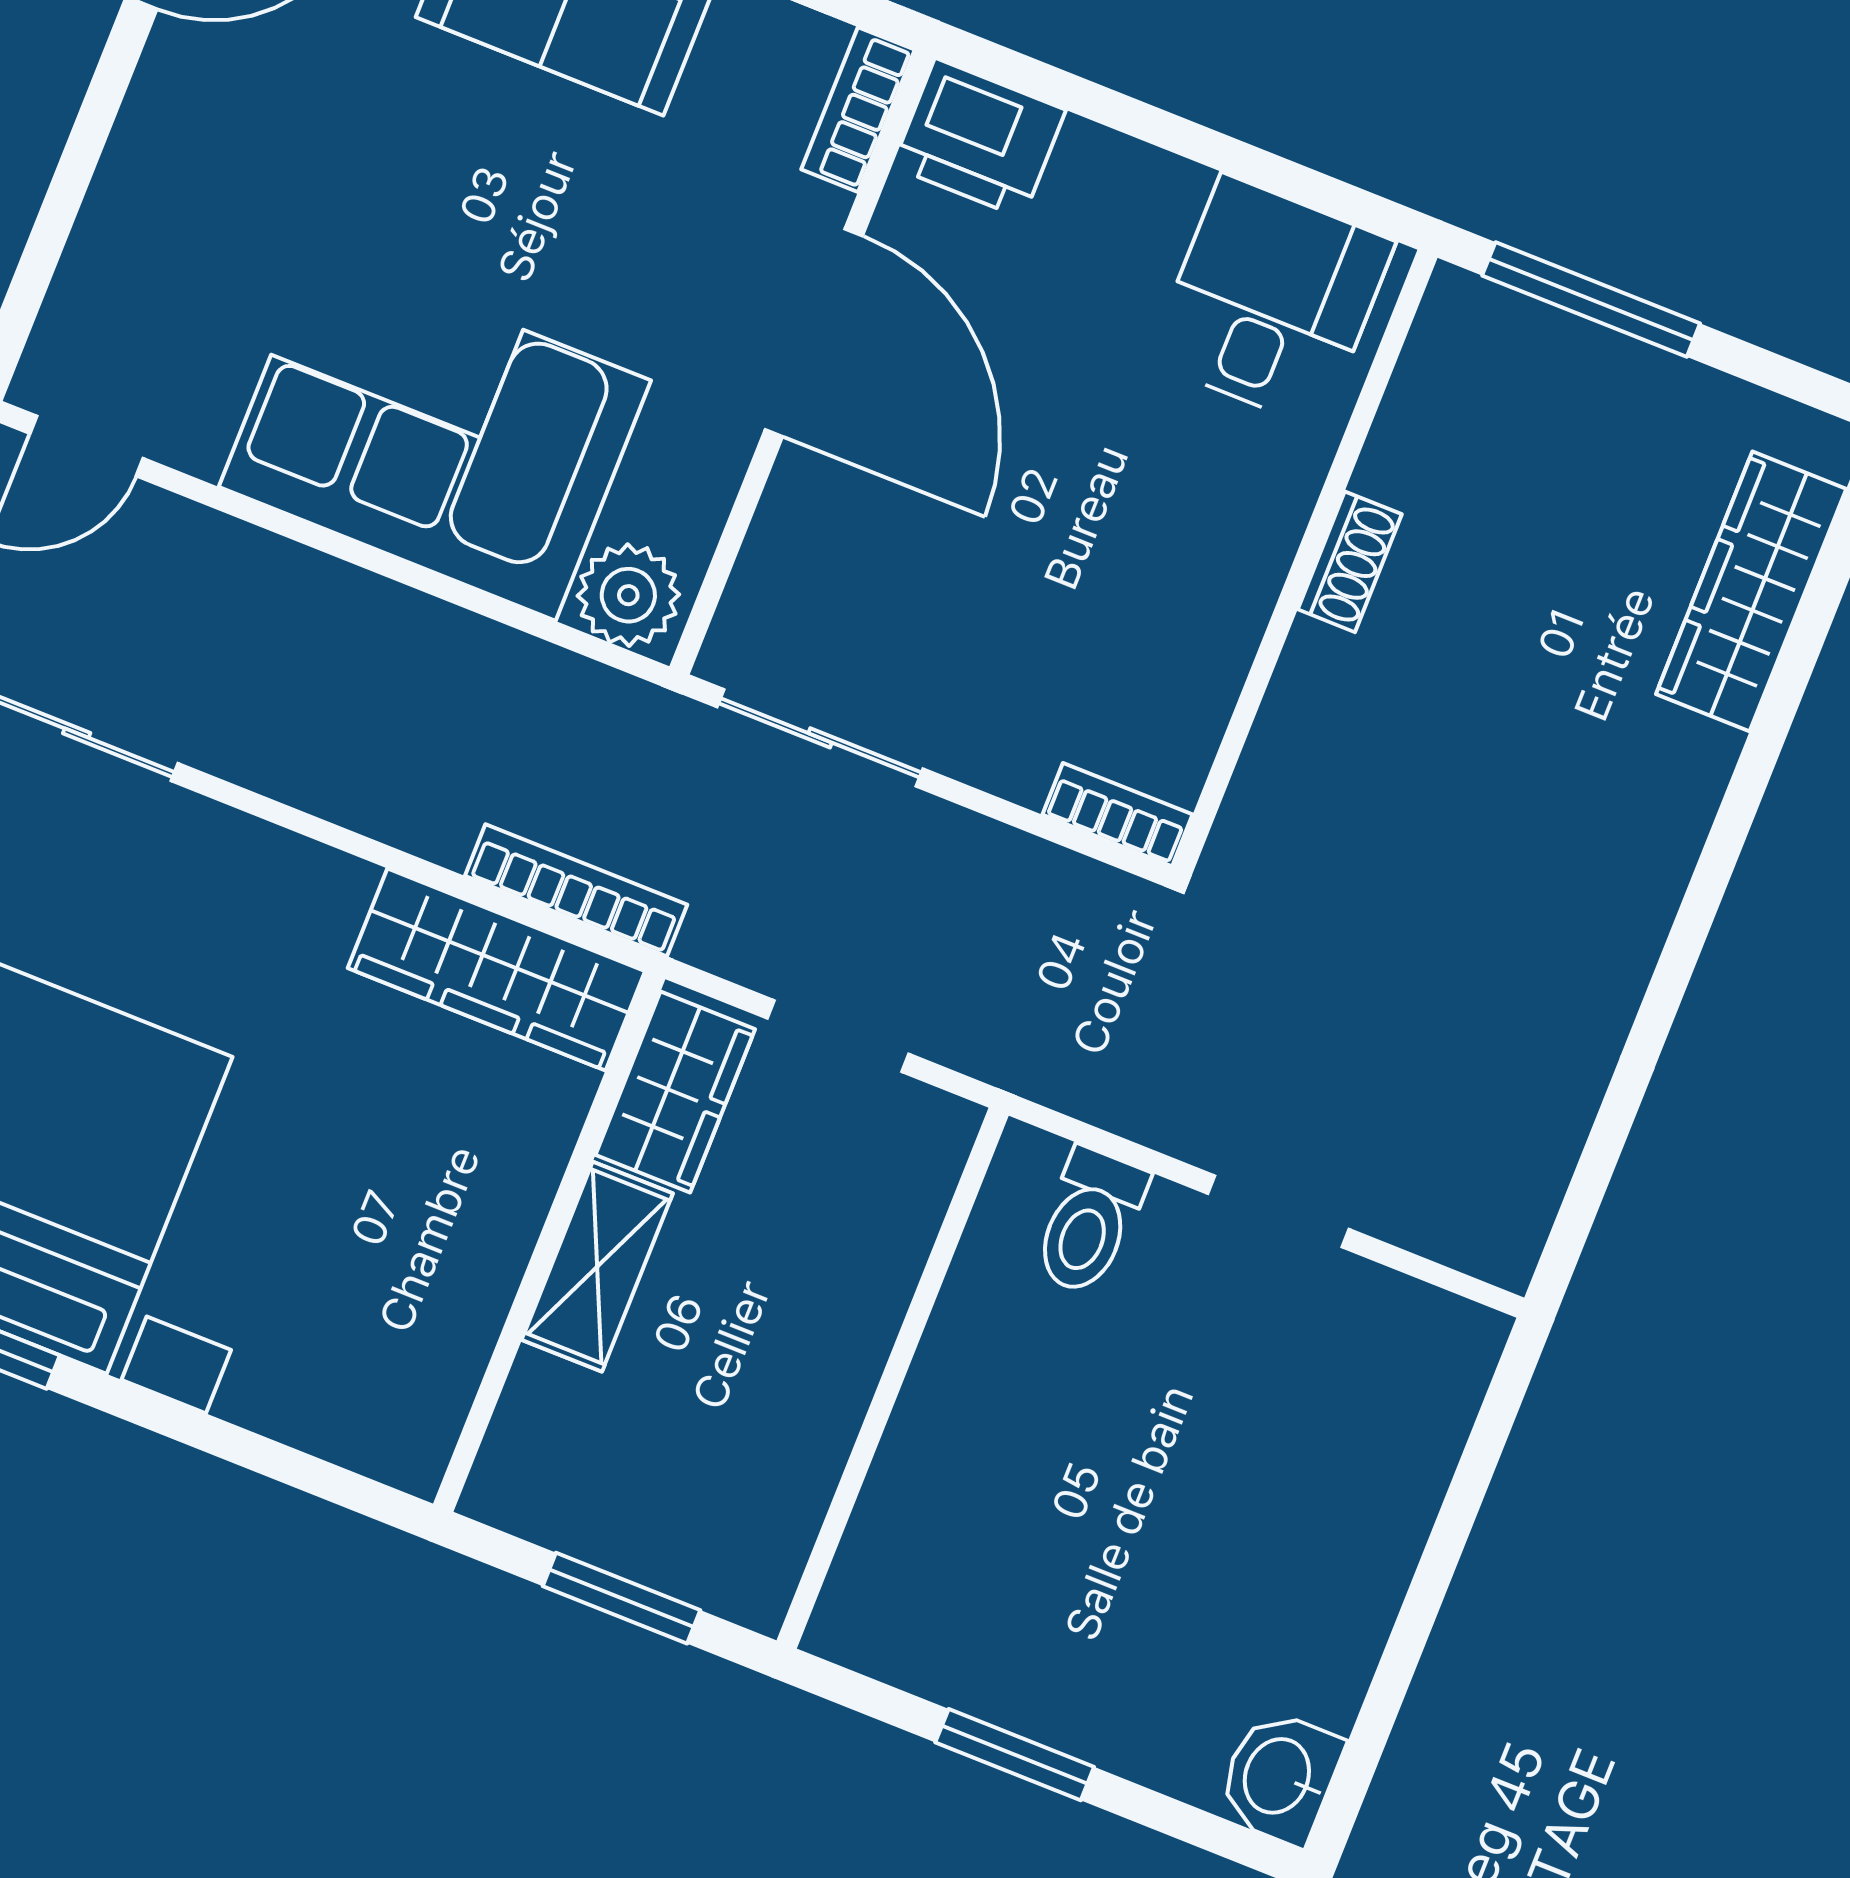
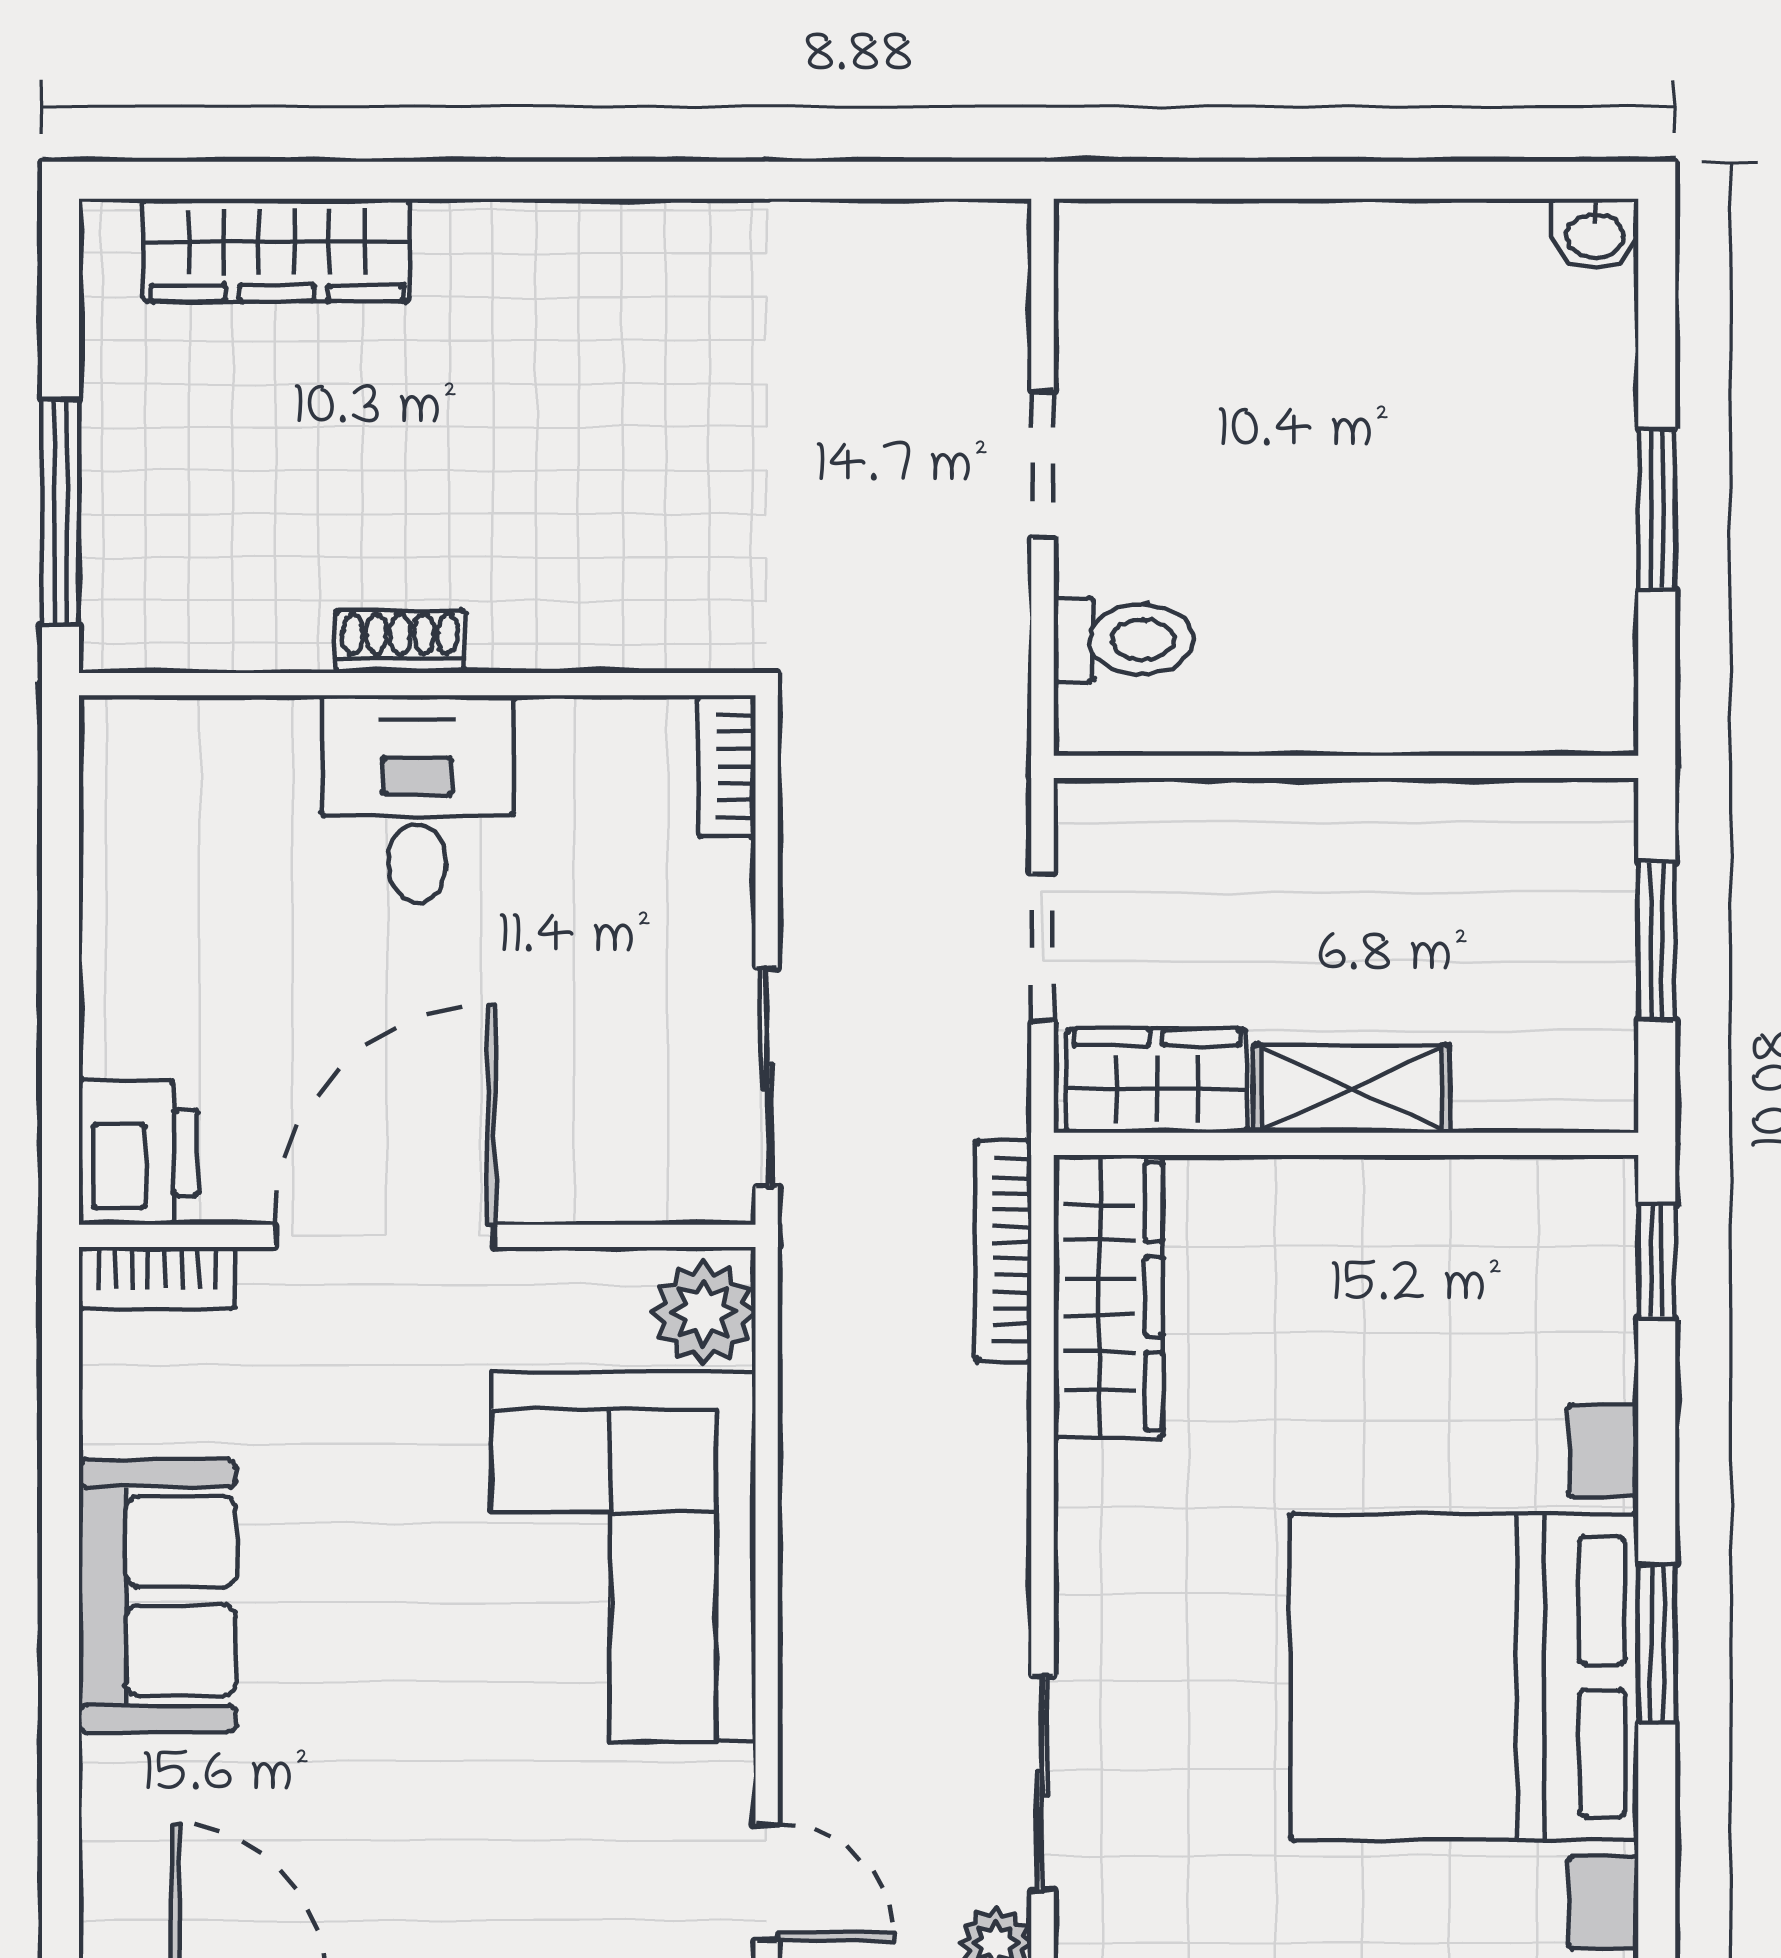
desk: (1271, 301) -> (417, 799), moved, turned 90
window: (330, 1482) -> (1657, 1261), added
washbasin: (1280, 1777) -> (1595, 234), width x0.72, depth x0.69

